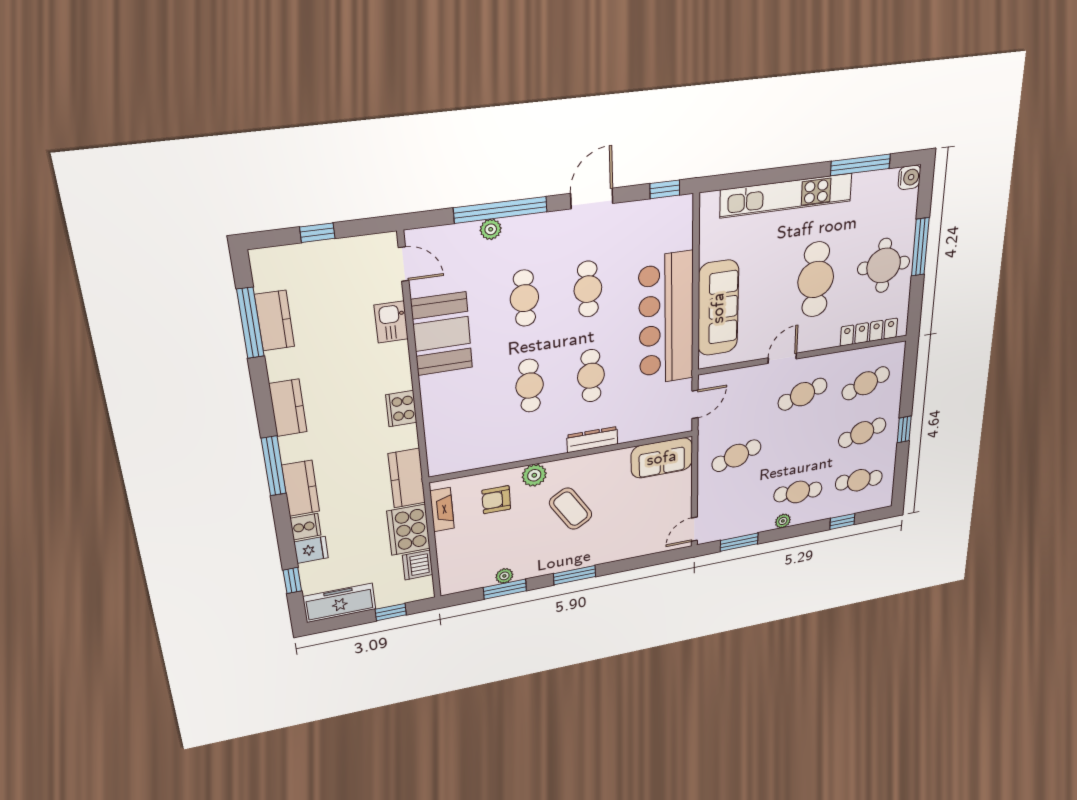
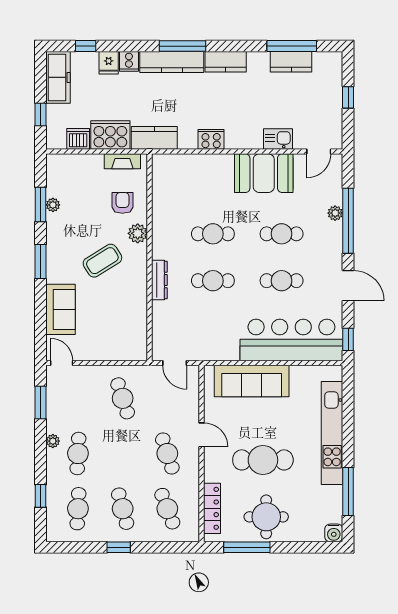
window: (920, 247) -> (247, 547), moved
bar counter: (666, 319) -> (291, 340), moved
sofa: (662, 458) -> (60, 309), moved, turned 180
kitchen counter: (301, 488) -> (172, 62), width x1.50

